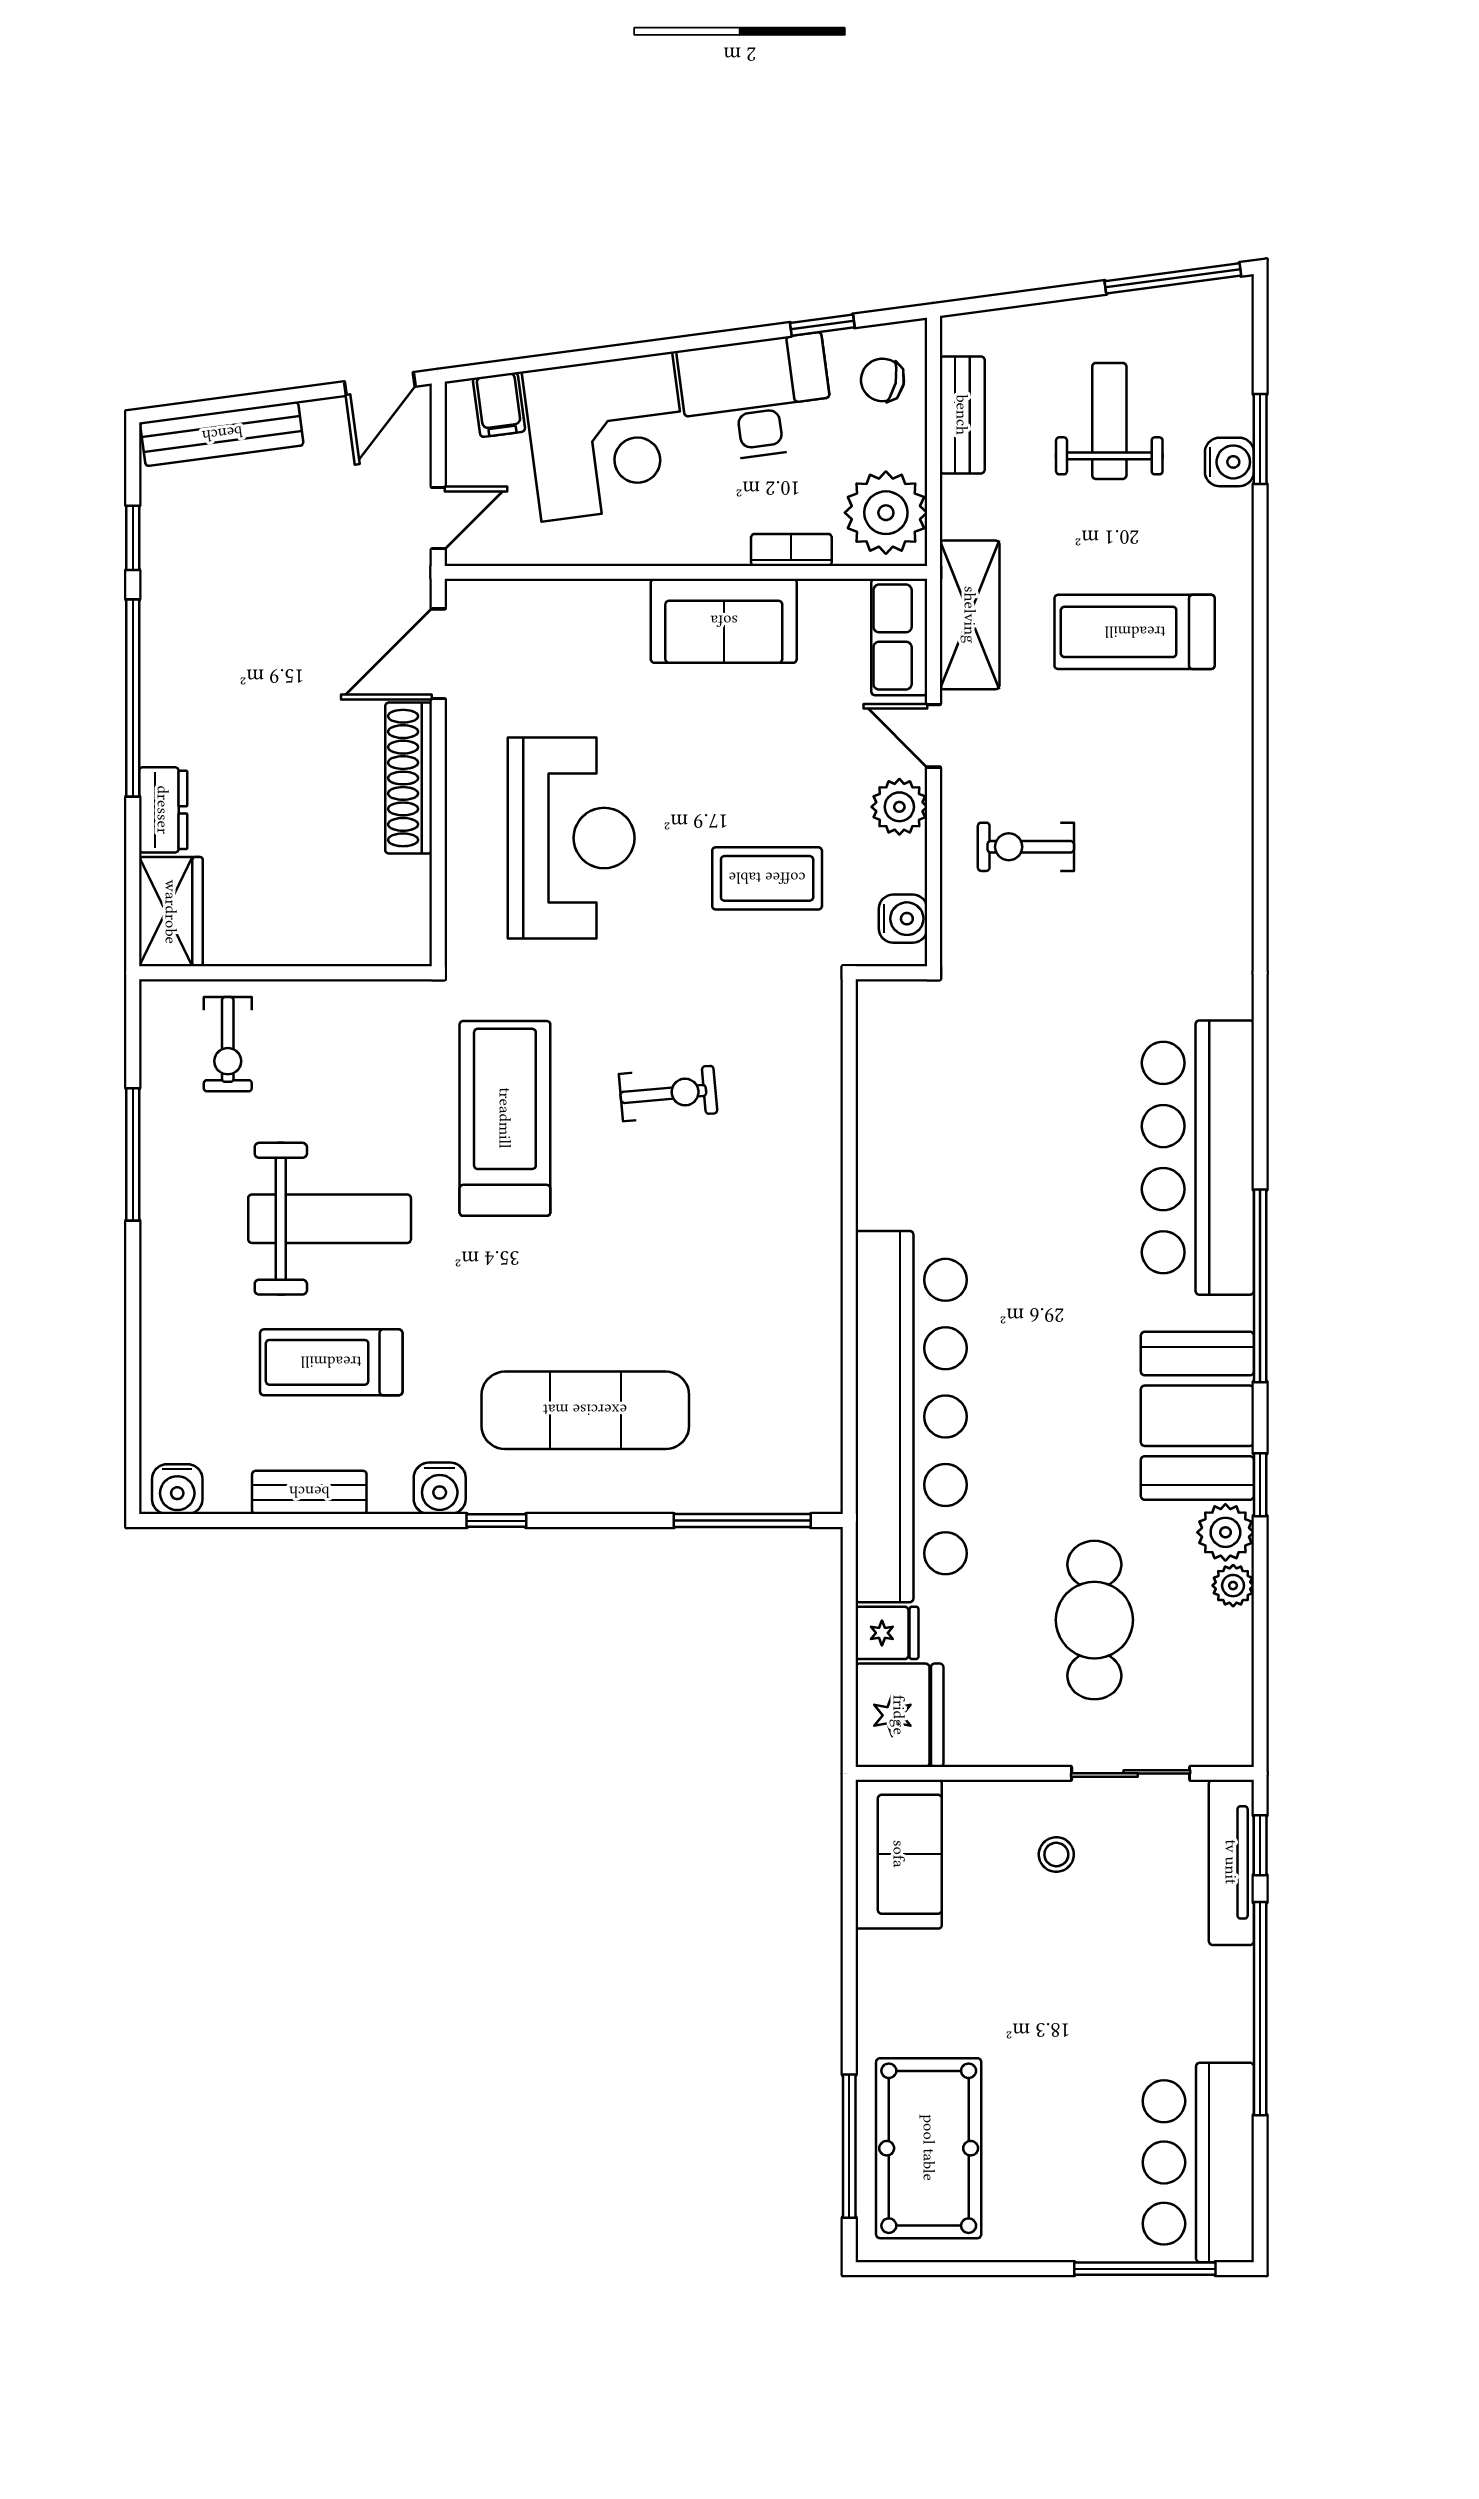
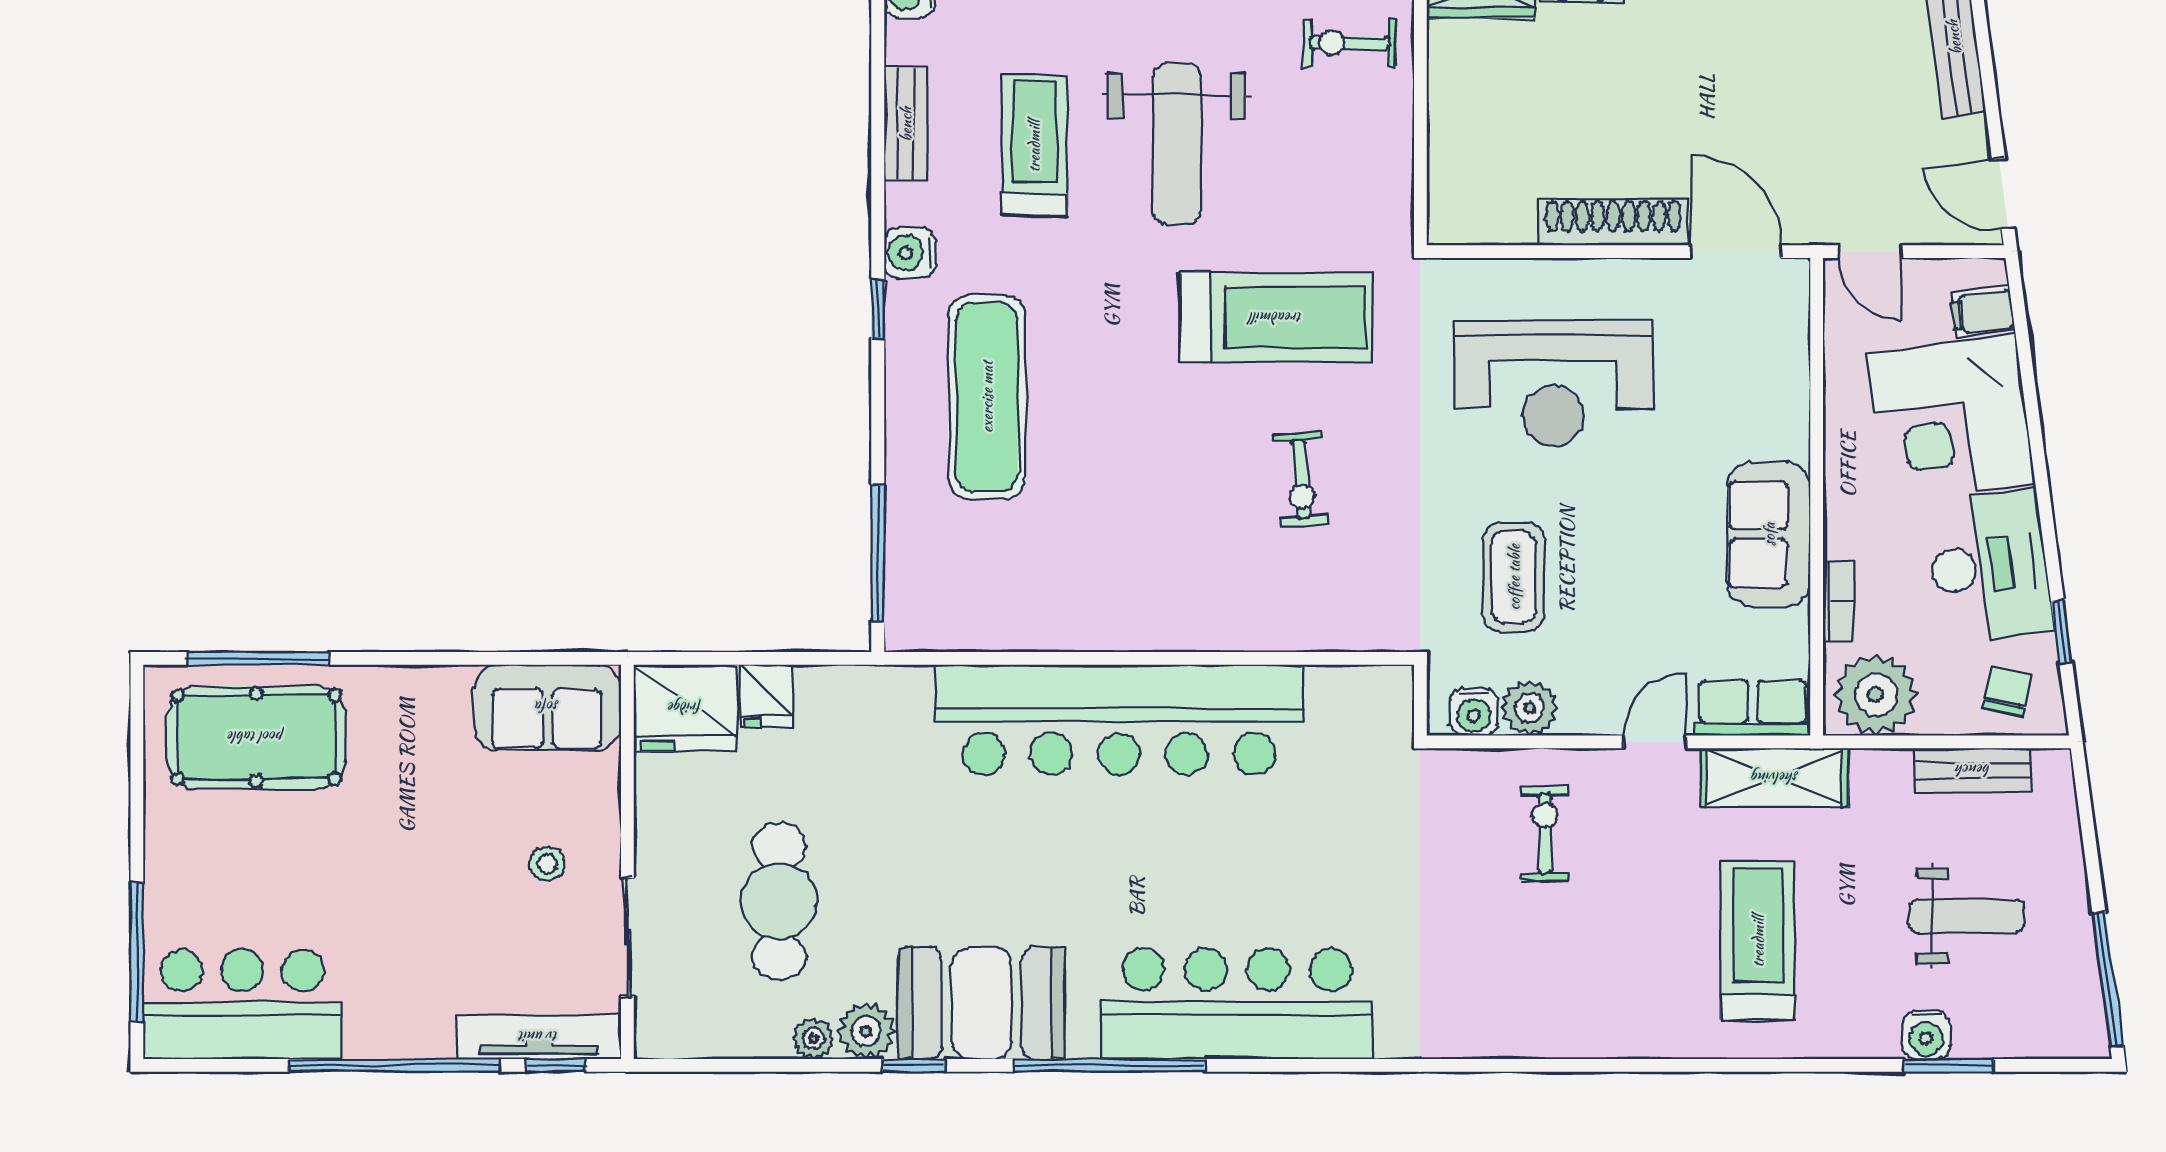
plant: (899, 807) -> (1529, 708), moved
bar counter: (911, 1417) -> (1119, 720), moved
cafe table: (1094, 1620) -> (779, 901), turned 90

